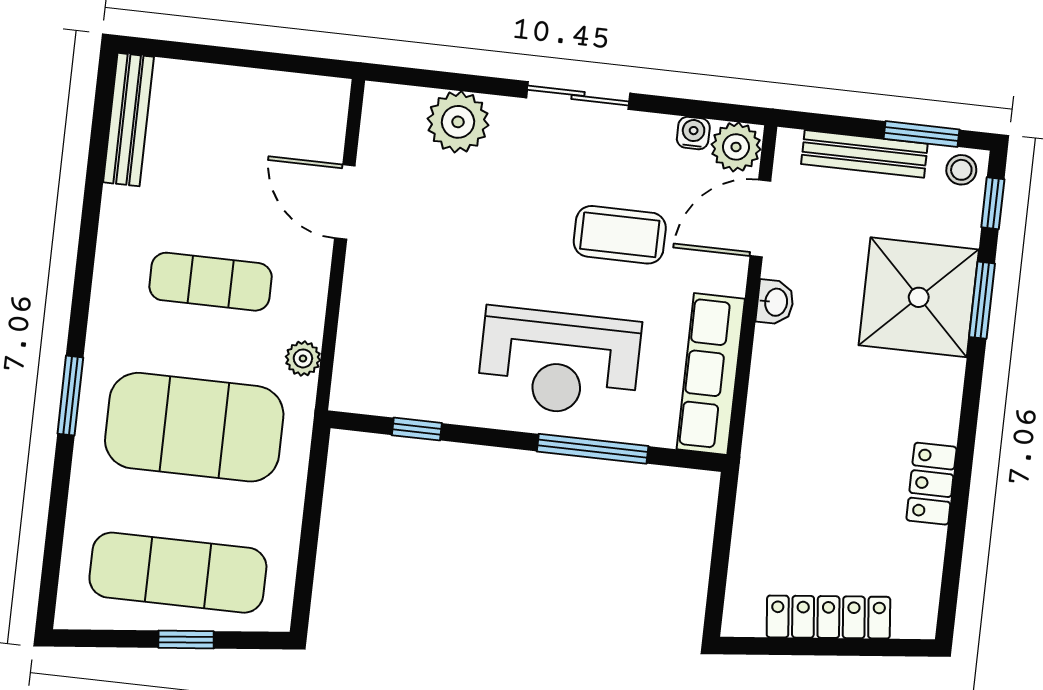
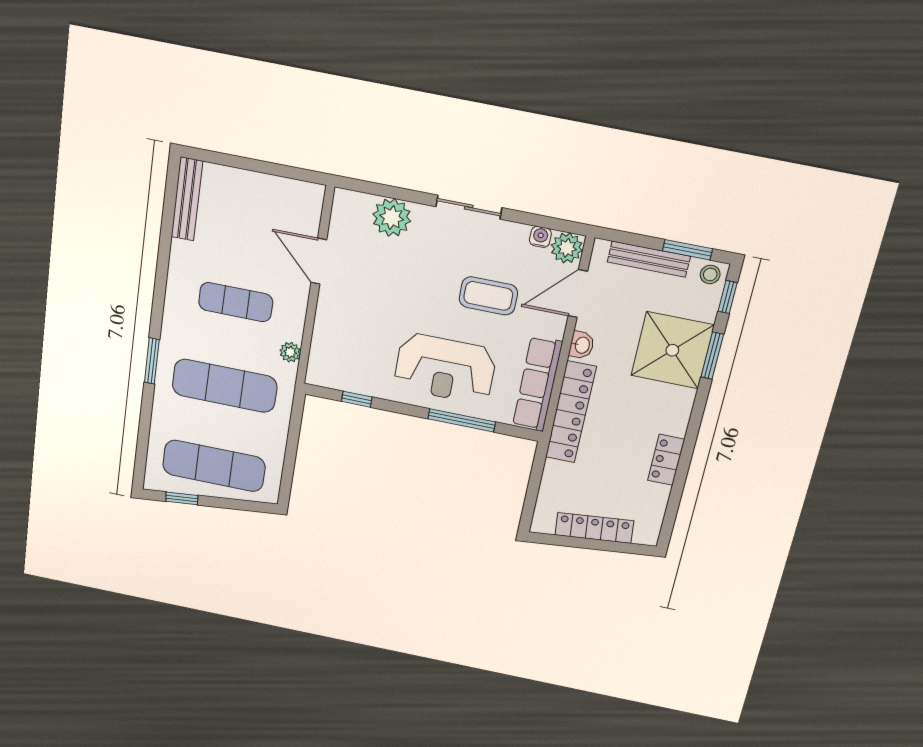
locker: (769, 417) -> (571, 412), added
exercise mat: (194, 427) -> (225, 386), width x0.68
window: (186, 639) -> (182, 498), moved

